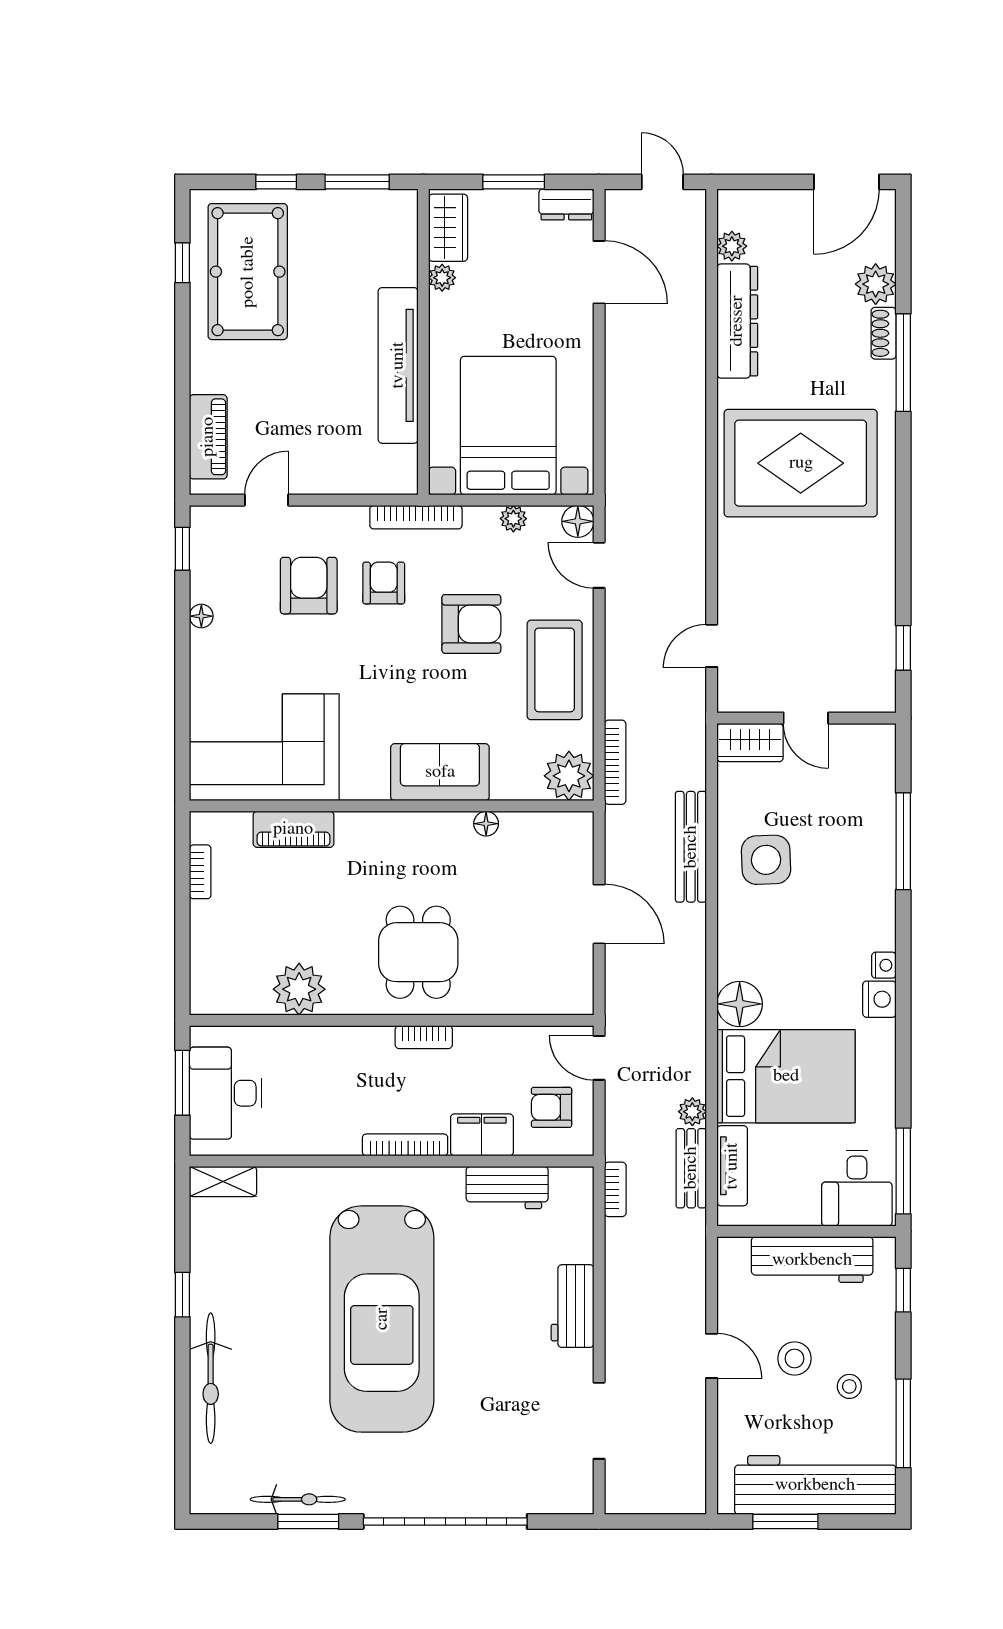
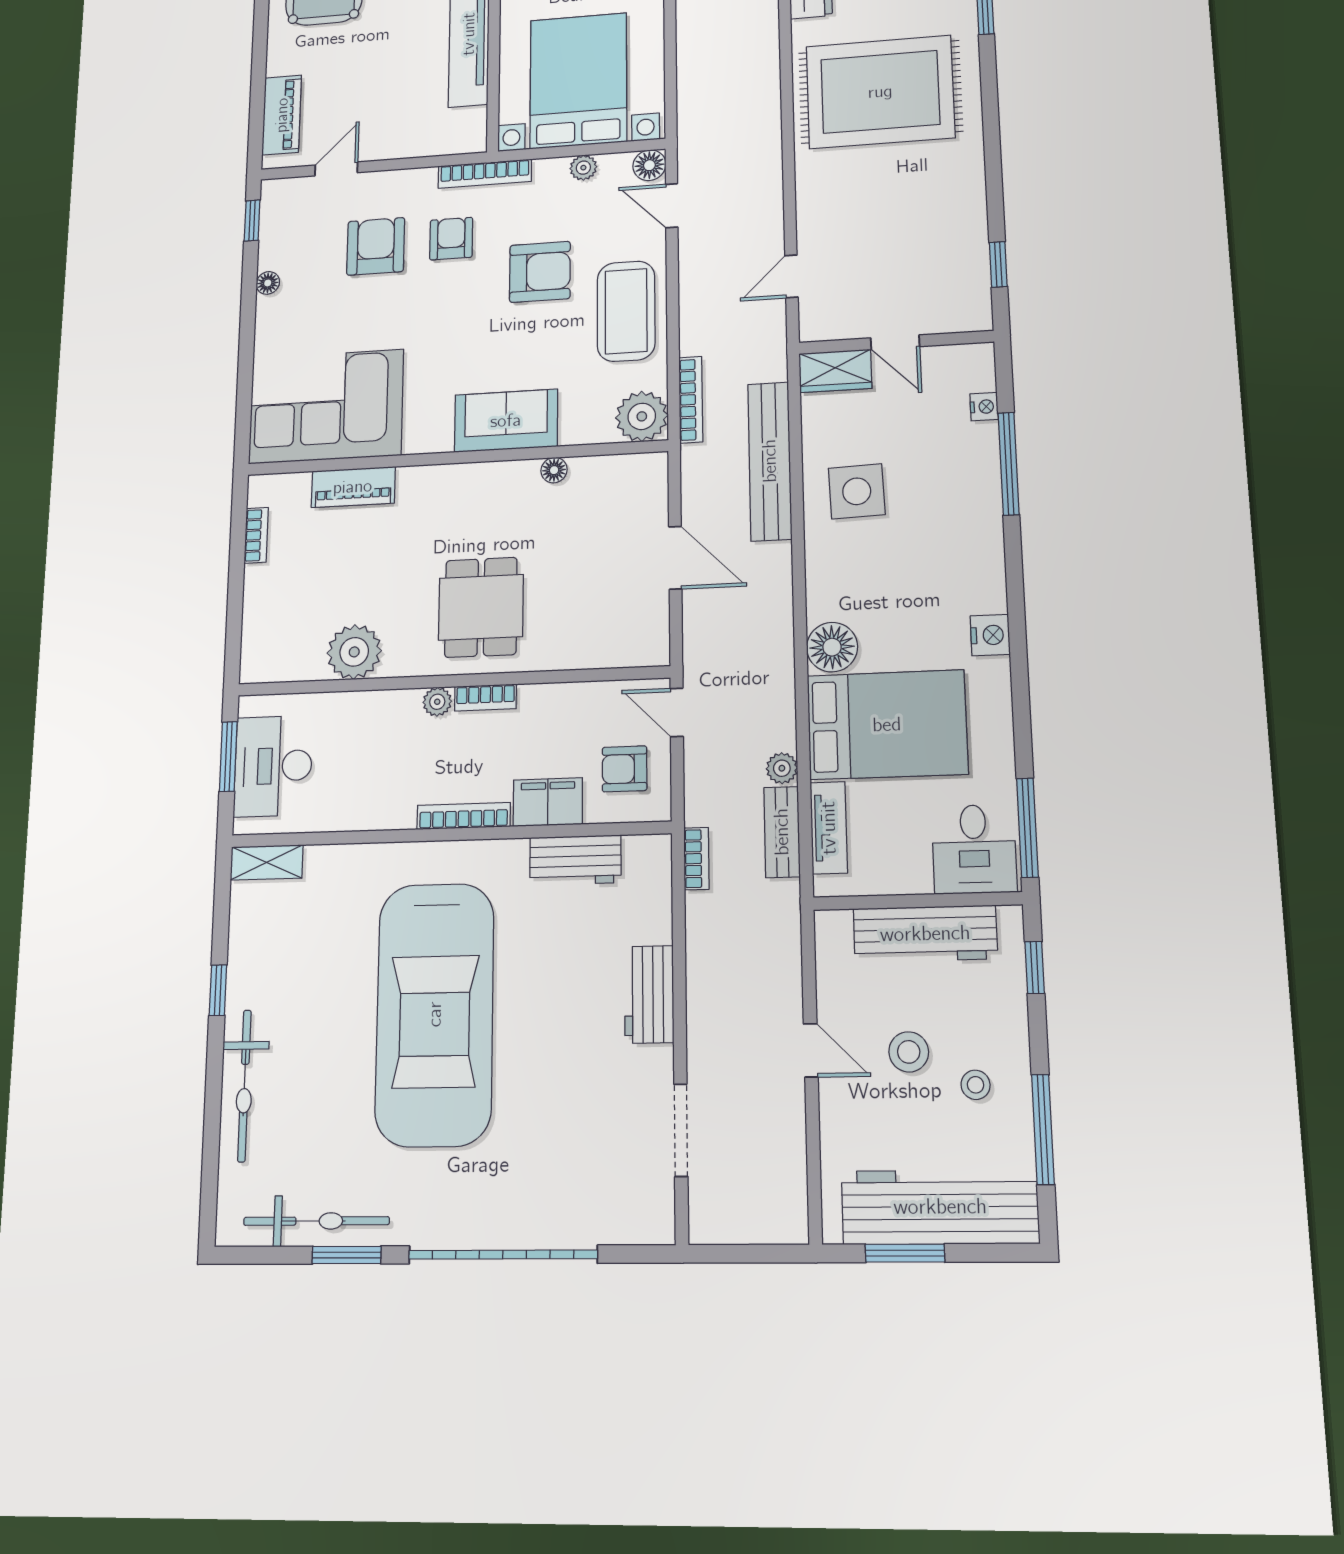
bench: (691, 847) -> (770, 461), width x1.37, depth x1.21
nightstand: (884, 965) -> (984, 407), moved
plant: (379, 1039) -> (437, 702), added
bicycle: (298, 1499) -> (316, 1221), width x1.37, depth x1.40

